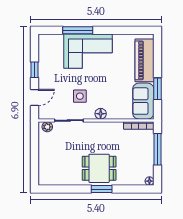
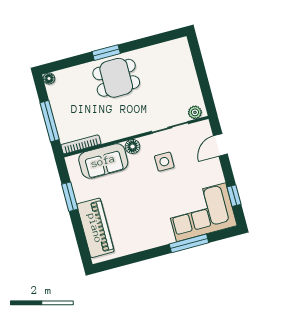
corner sofa: (88, 51) -> (201, 212), moved
window: (35, 70) -> (234, 196), moved
sofa: (143, 101) -> (103, 161), moved, turned 90

